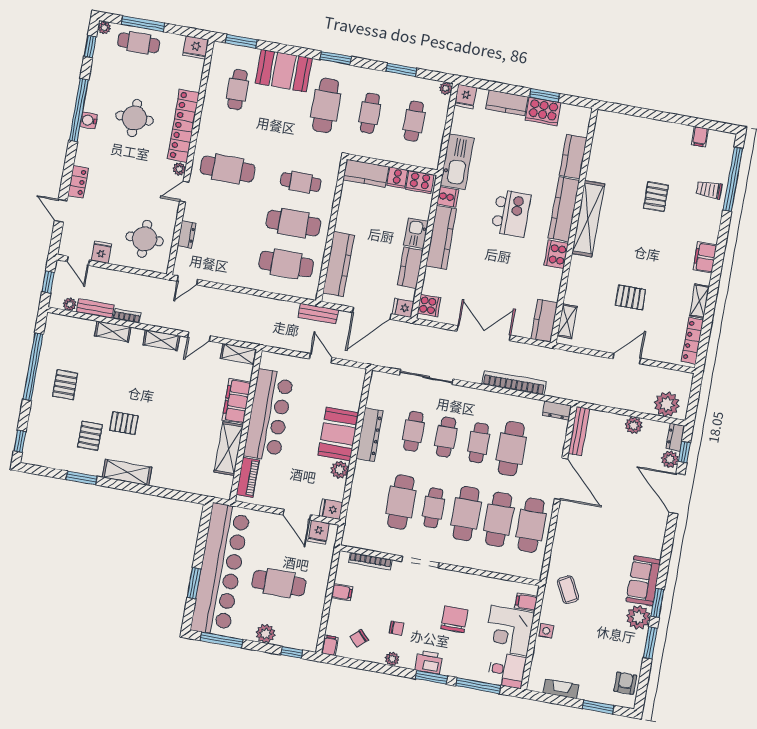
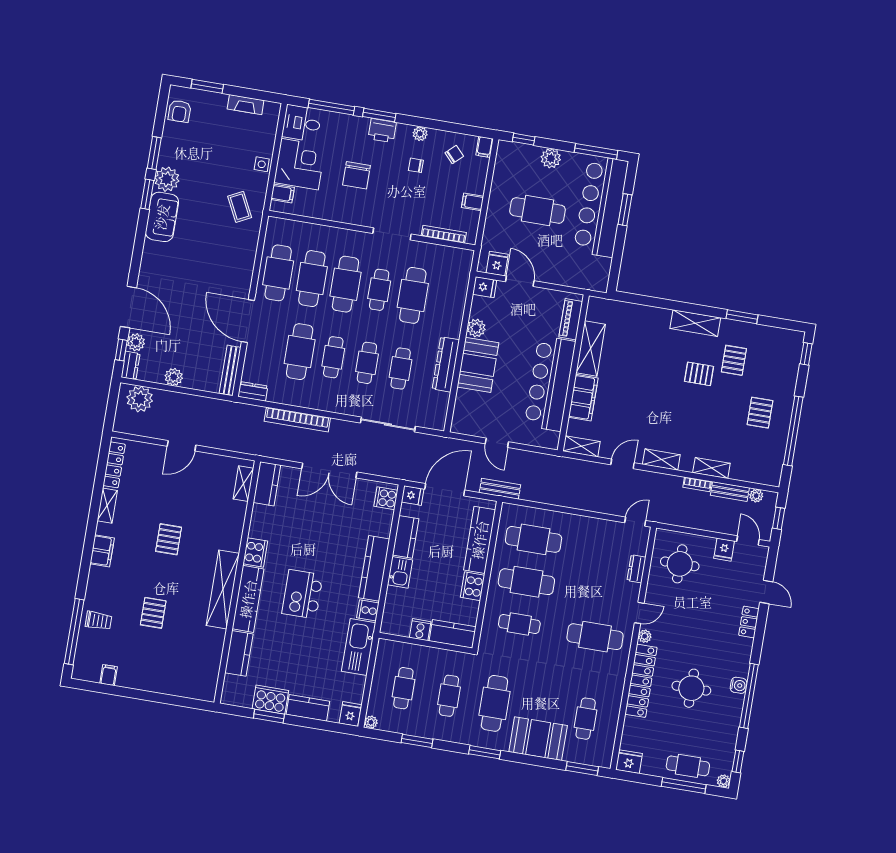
cooker: (420, 182) -> (473, 586), moved, turned -90
pallet: (631, 297) -> (169, 539), moved, turned 90
bar counter: (220, 570) -> (601, 206), width x0.73

